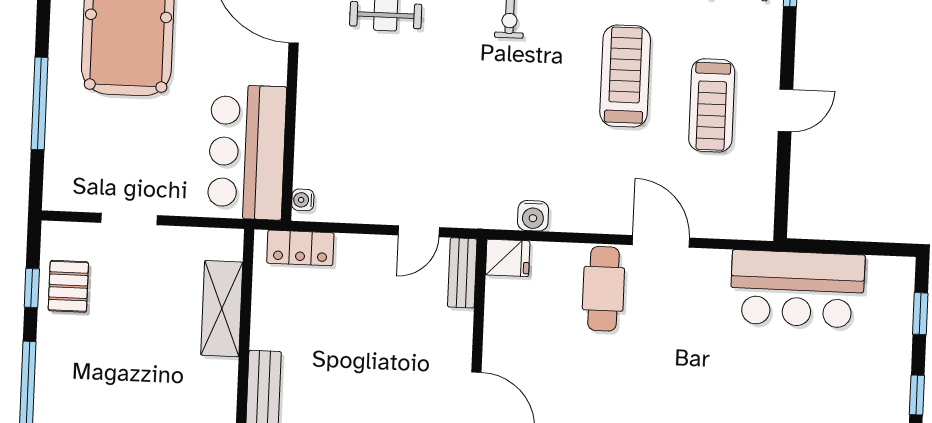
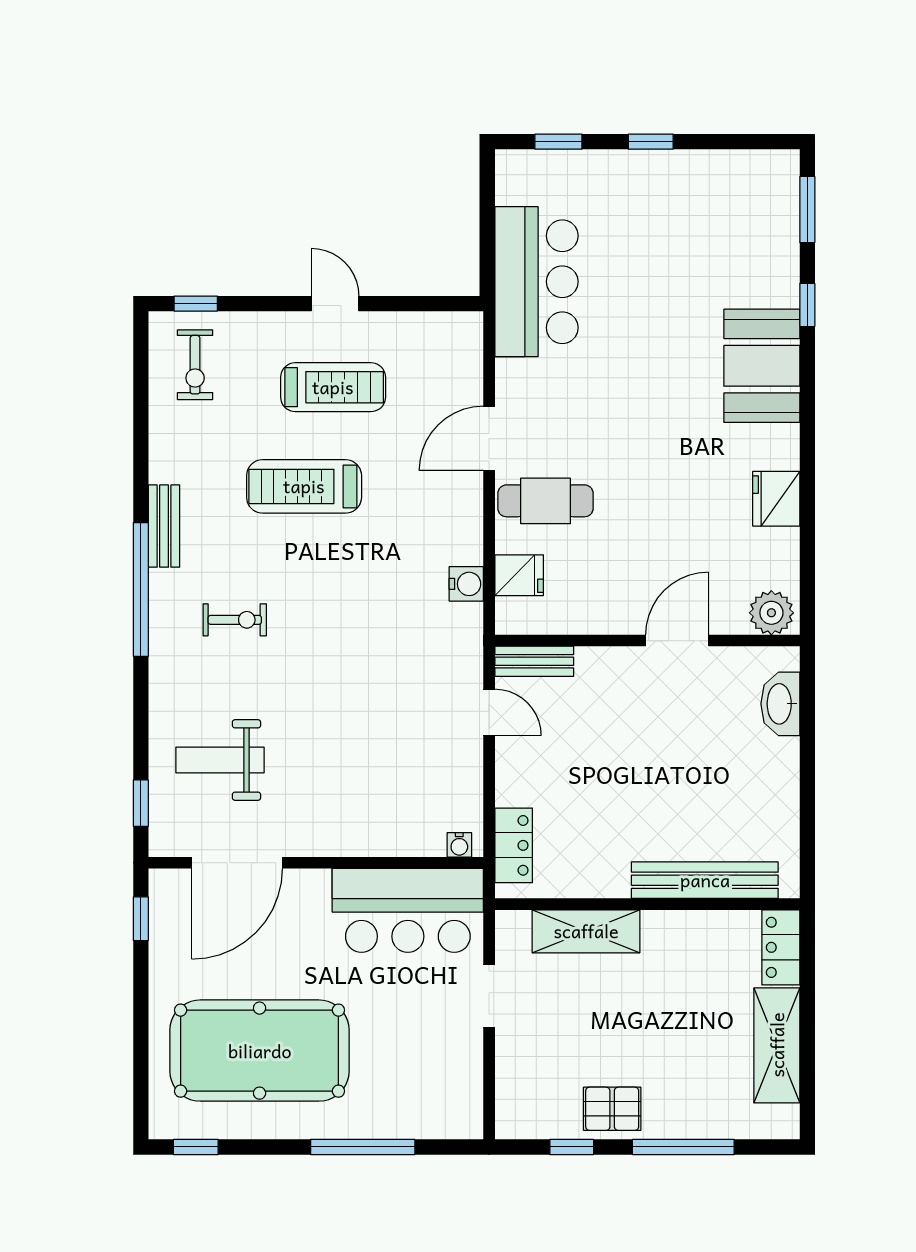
doorway: (129, 219) -> (489, 996), moved
fridge: (508, 258) -> (519, 575), moved, turned 90
pallet: (68, 286) -> (612, 1109), moved

